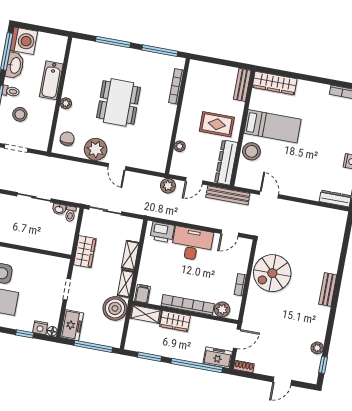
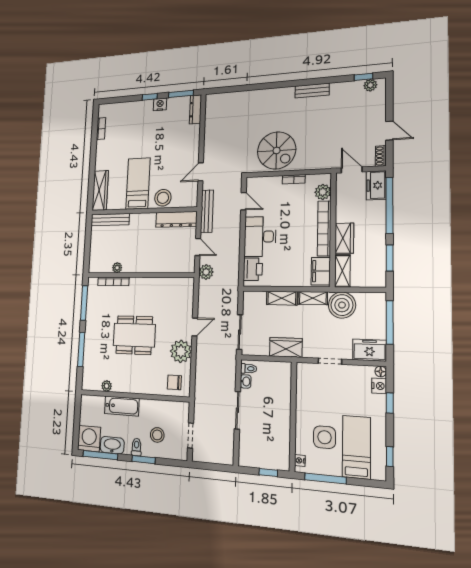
bench: (242, 85) -> (110, 220), width x1.36
plant: (66, 103) -> (107, 386), moved
rug: (217, 124) -> (142, 236), removed
plant: (180, 146) -> (117, 268), moved
bench: (328, 289) -> (312, 91), moved
filing cabinet: (143, 294) -> (321, 271), width x2.00
plant: (317, 348) -> (370, 85), moved
door: (282, 381) -> (389, 131), moved

